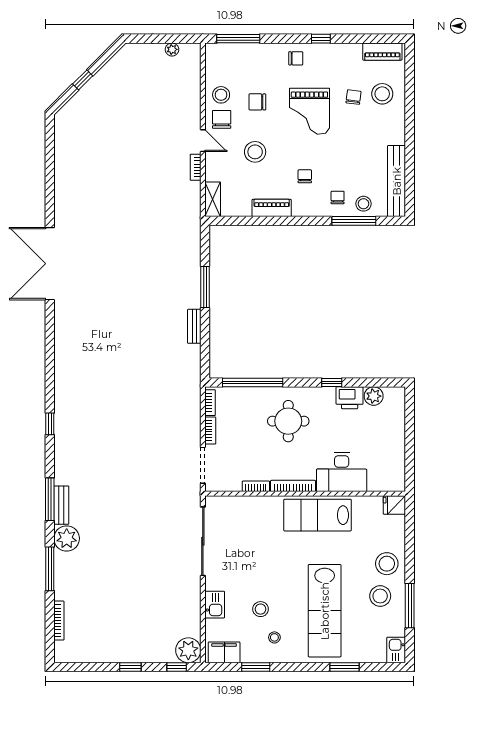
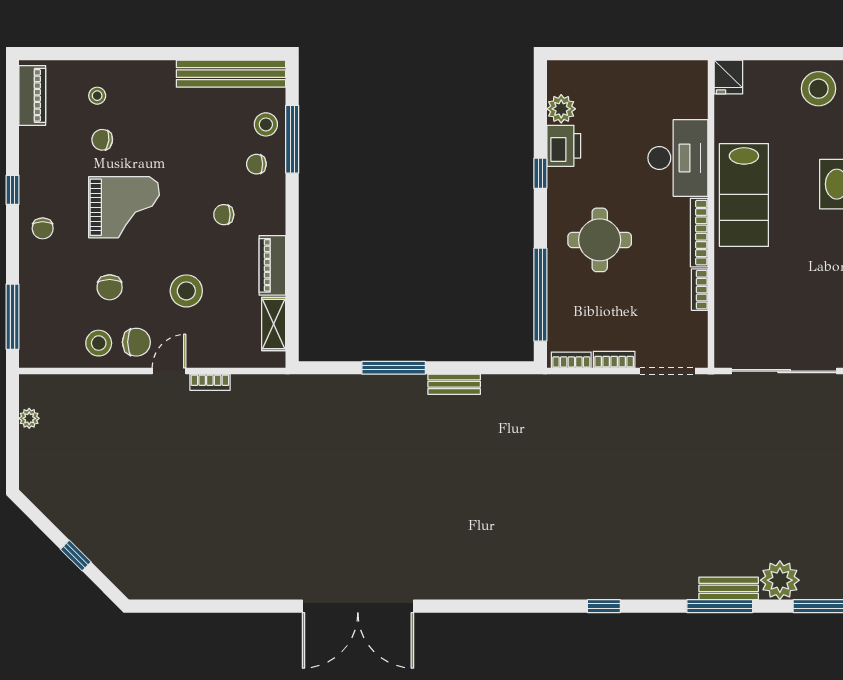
chair: (296, 58) -> (43, 228), turned 180
stool: (382, 94) -> (97, 96), width x0.53, depth x0.53
chair: (222, 119) -> (136, 342), turned 180
shelving: (213, 199) -> (274, 324), moved, turned 90

